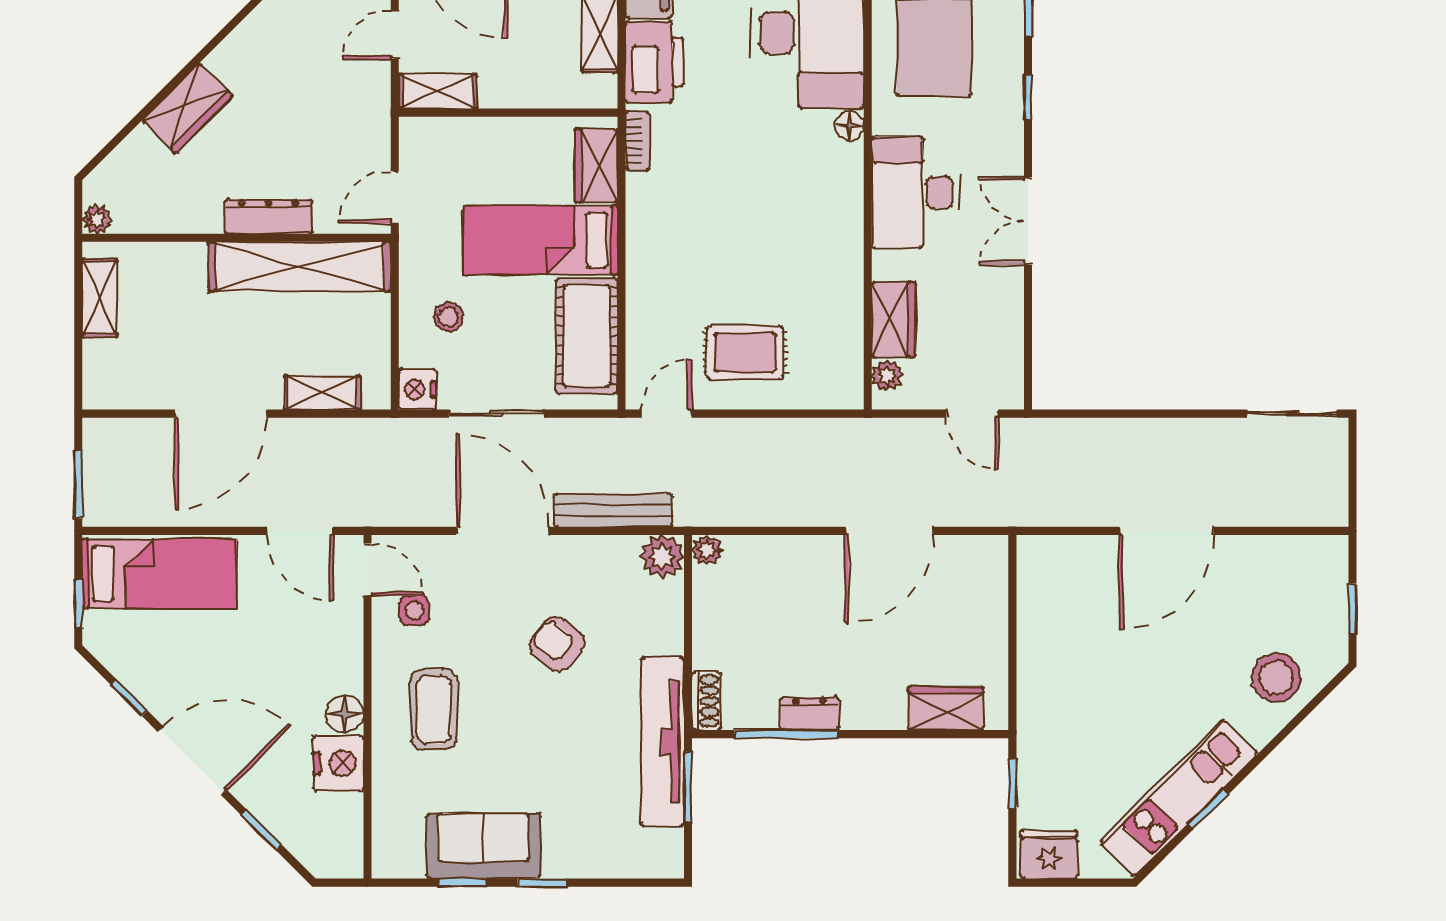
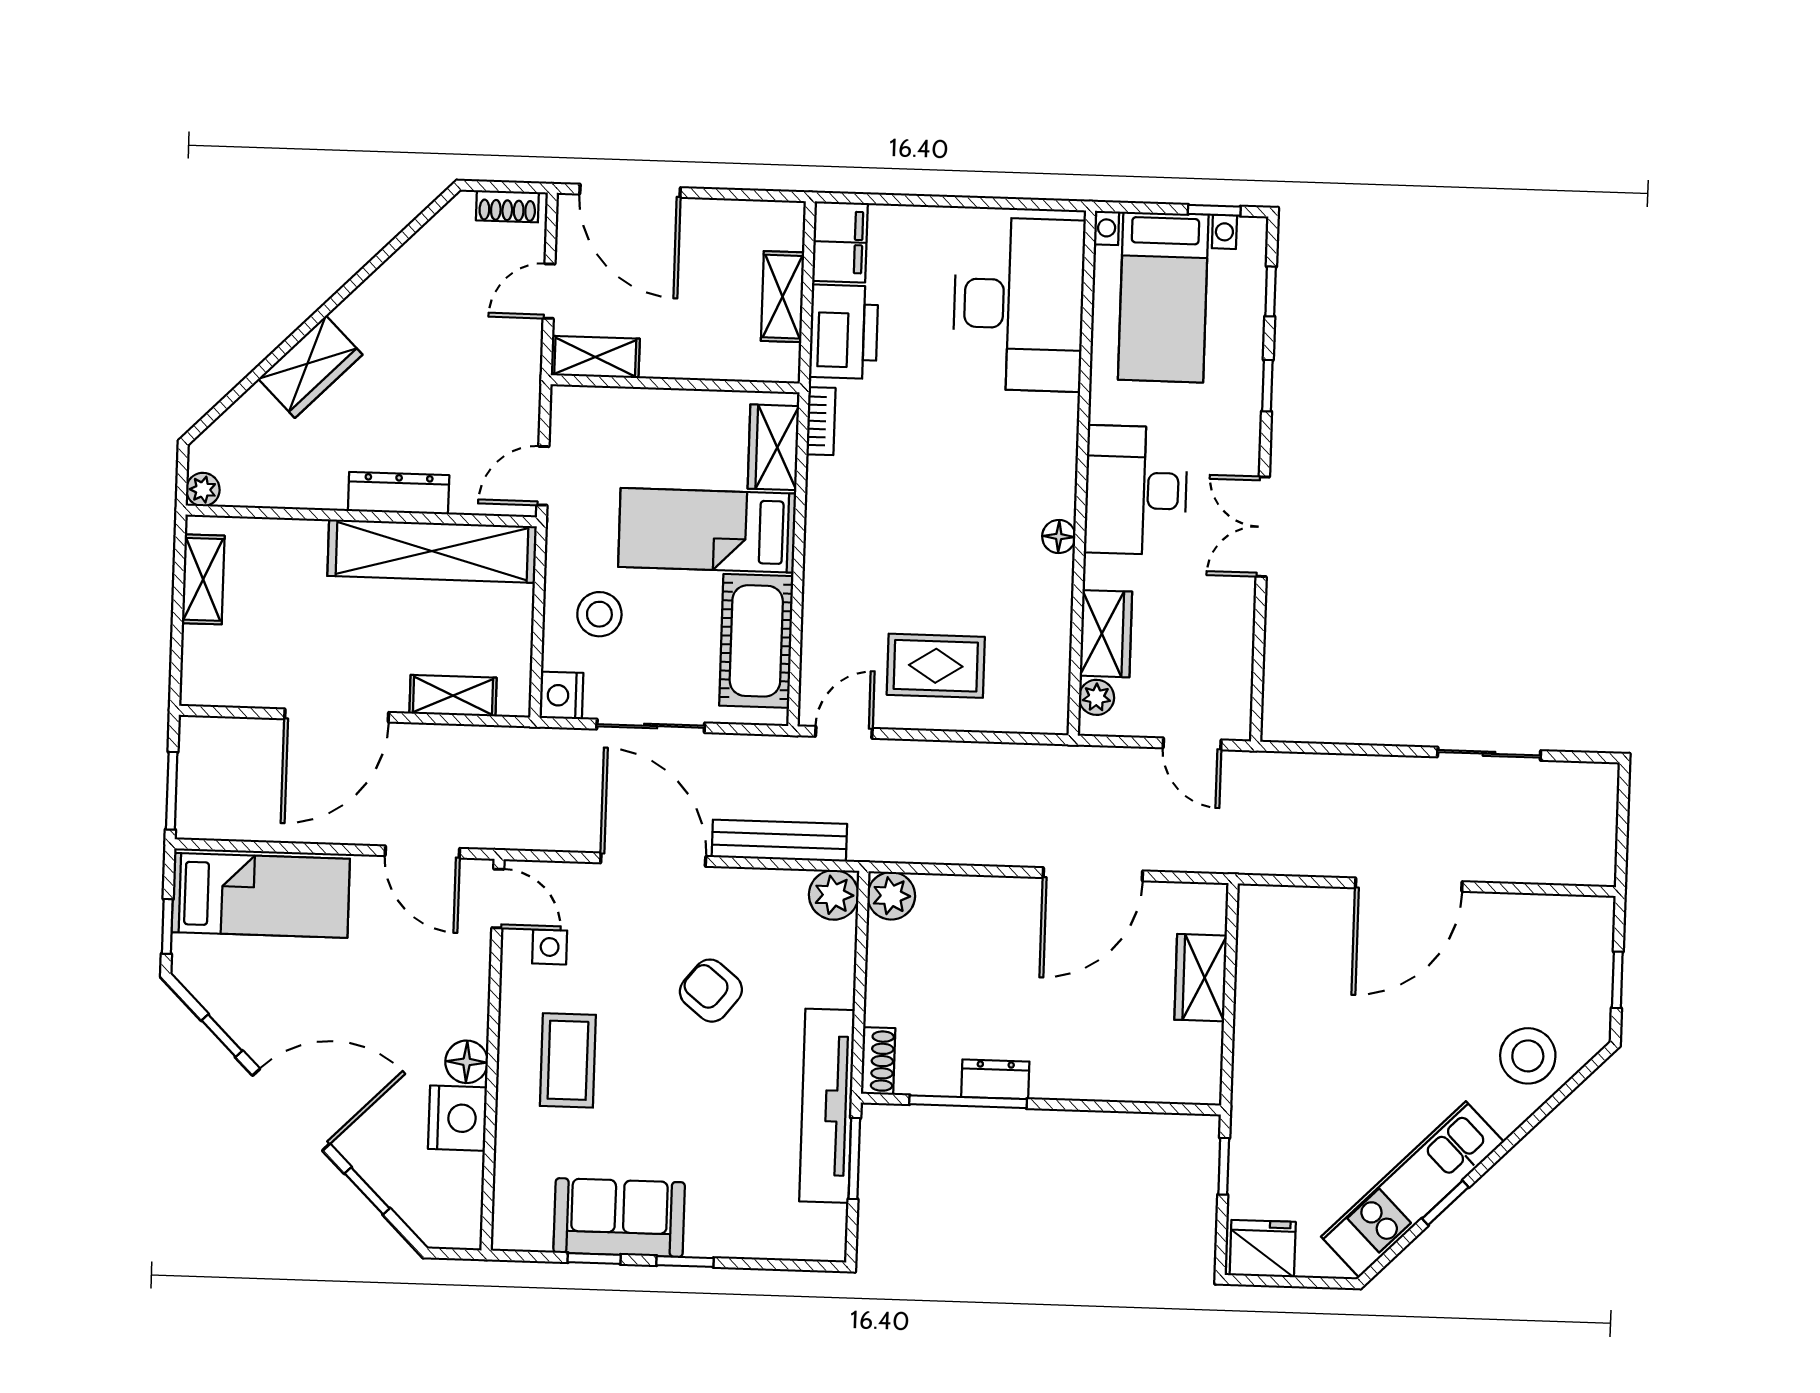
floor lamp: (849, 126) -> (1059, 537), moved
stool: (448, 317) -> (599, 614), width x1.37, depth x1.37
sliding door: (1292, 414) -> (1489, 754), moved
plant: (707, 550) -> (891, 896), width x1.38, depth x1.38
wardrobe: (946, 708) -> (1201, 978), moved, turned -90

